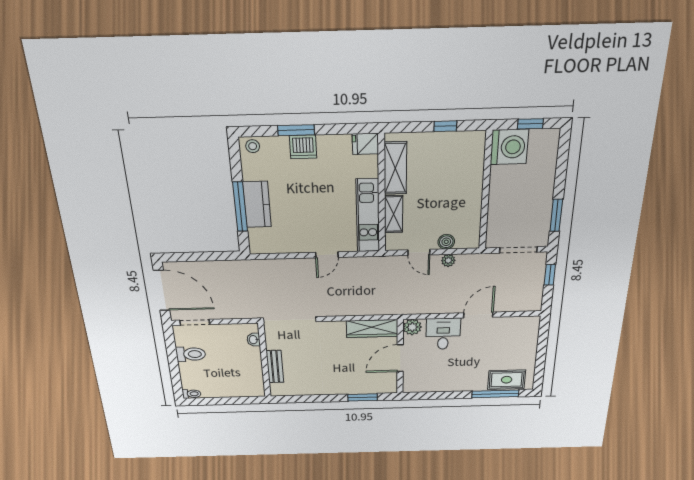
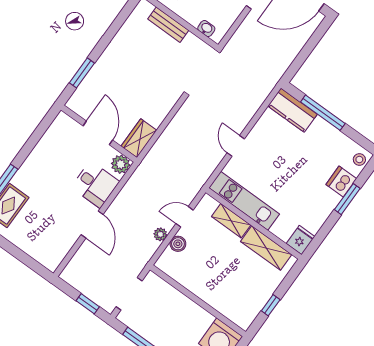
dishwasher: (303, 147) -> (341, 182), moved
kitchen counter: (257, 204) -> (293, 110), moved
wardrobe: (372, 329) -> (139, 138), width x0.67

